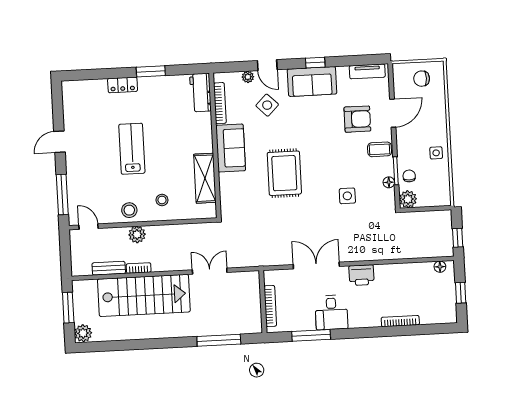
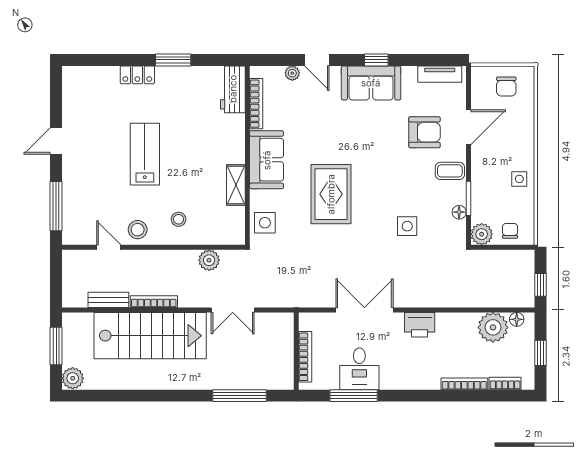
chair: (422, 79) -> (506, 86), turned -90
side table: (267, 105) -> (265, 223), moved, turned 45
chair: (409, 176) -> (510, 231), moved
shelving: (205, 178) -> (236, 185), width x0.67, depth x0.75
door: (88, 227) -> (109, 247), moved
plant: (137, 235) -> (209, 260), moved
bookcase: (139, 268) -> (154, 302), width x1.56
double door: (210, 271) -> (233, 310), swing flipped
plant: (421, 274) -> (493, 327), added
desk: (331, 312) -> (359, 369), moved
bookcase: (433, 319) -> (505, 383), added

